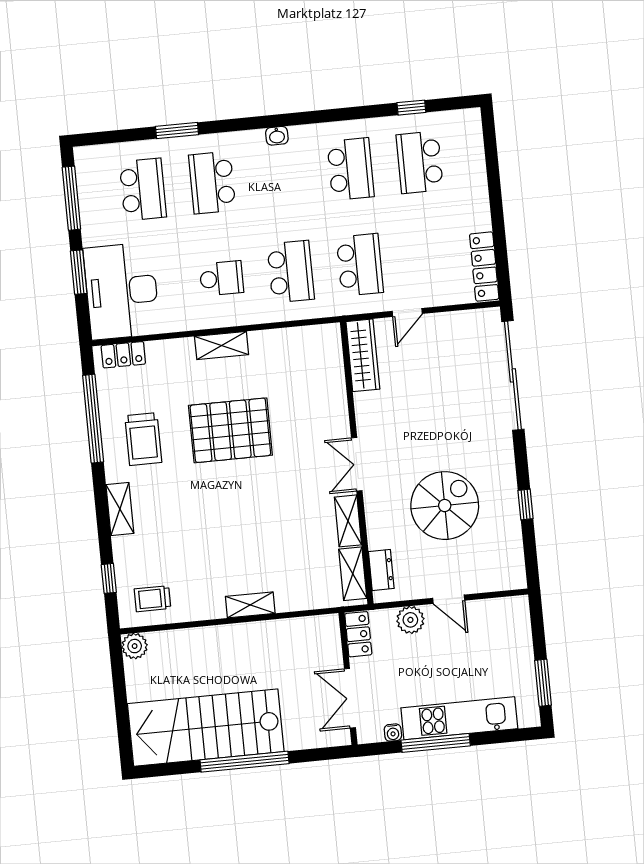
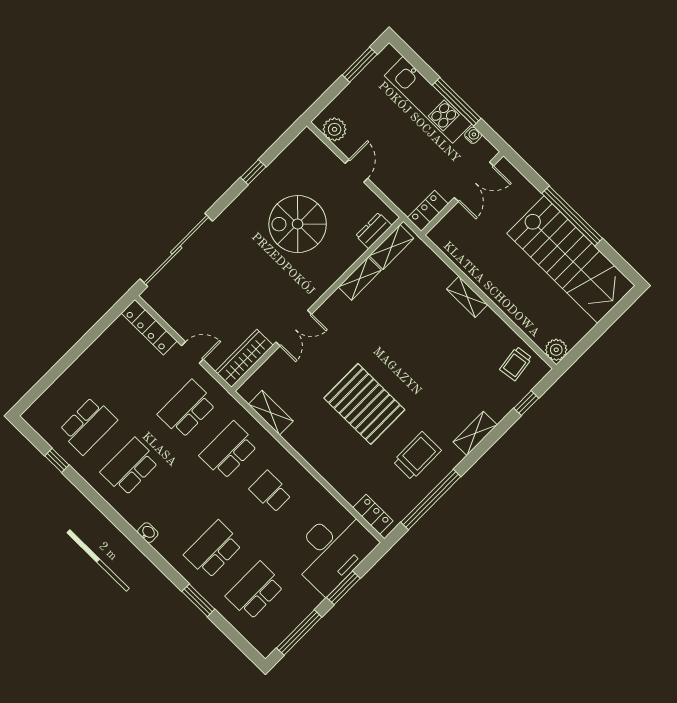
school desk: (212, 183) -> (213, 549), turned 180
locker: (484, 267) -> (149, 327), moved, turned 90
shelving: (222, 345) -> (271, 413), moved
double door: (357, 464) -> (294, 328), moved
trolley: (152, 599) -> (516, 364), turned 82
plant: (410, 620) -> (335, 129), moved

